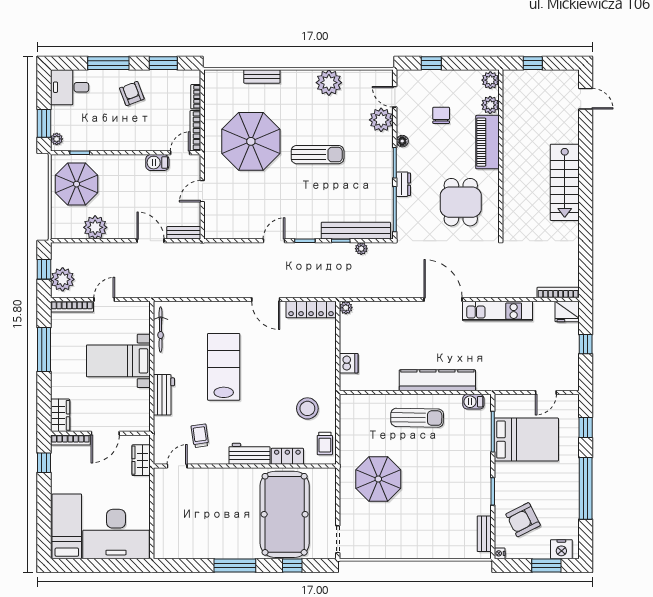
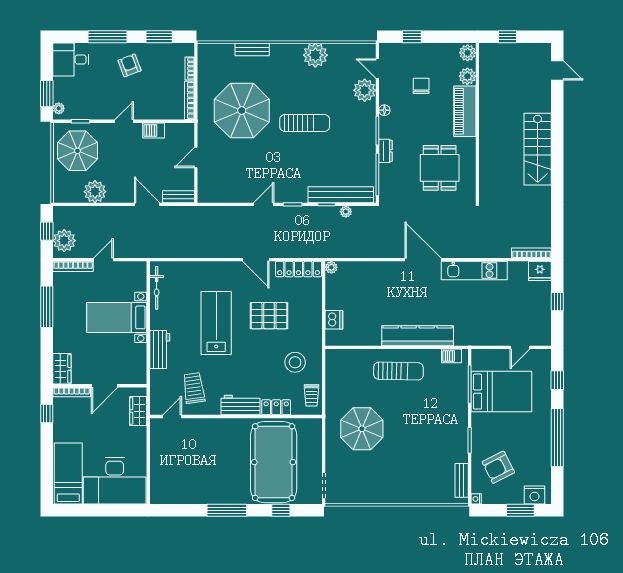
door: (180, 153) -> (124, 121), moved
pallet: (280, 359) -> (269, 316), added
trolley: (200, 436) -> (194, 388), width x1.36, depth x1.39

